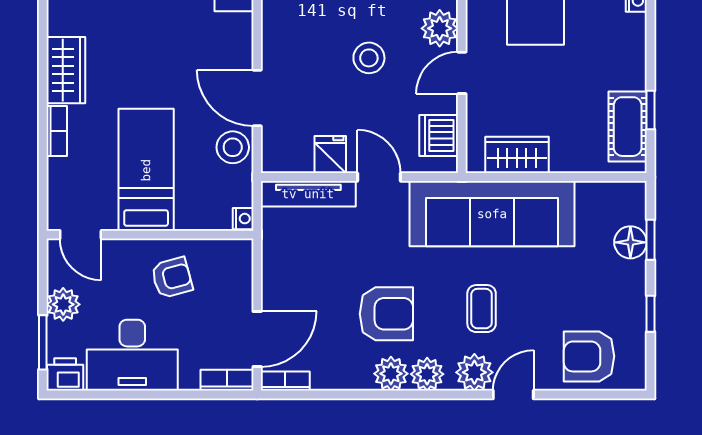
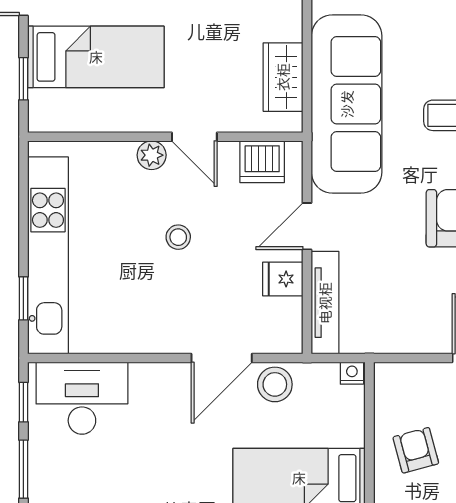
plant: (440, 28) -> (152, 155), width x0.73, depth x0.73
stool: (369, 58) -> (178, 237), width x0.73, depth x0.73

